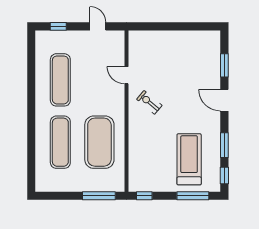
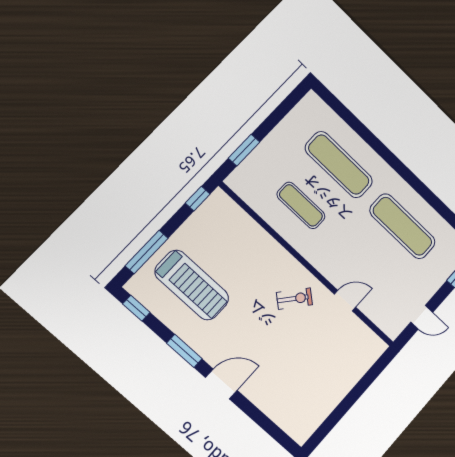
window: (224, 65) -> (259, 418), removed
exercise mat: (99, 142) -> (301, 205), width x0.50, depth x0.69
window: (224, 145) -> (184, 351), moved
window: (99, 196) -> (244, 150), width x0.69

